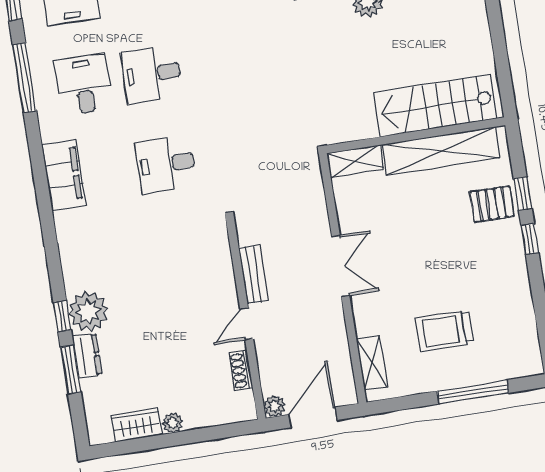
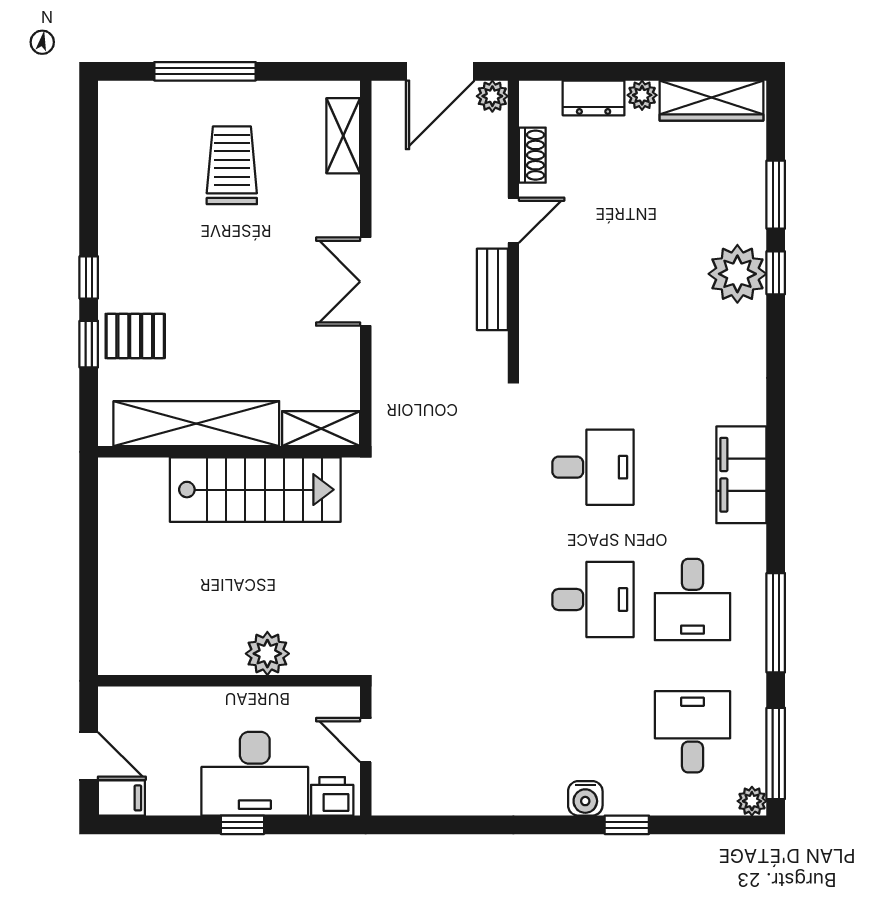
stairs: (435, 106) -> (255, 490), moved
trolley: (444, 331) -> (232, 165), turned -90
dresser: (87, 356) -> (594, 98), moved, turned -90
wardrobe: (136, 425) -> (712, 101), width x1.50

